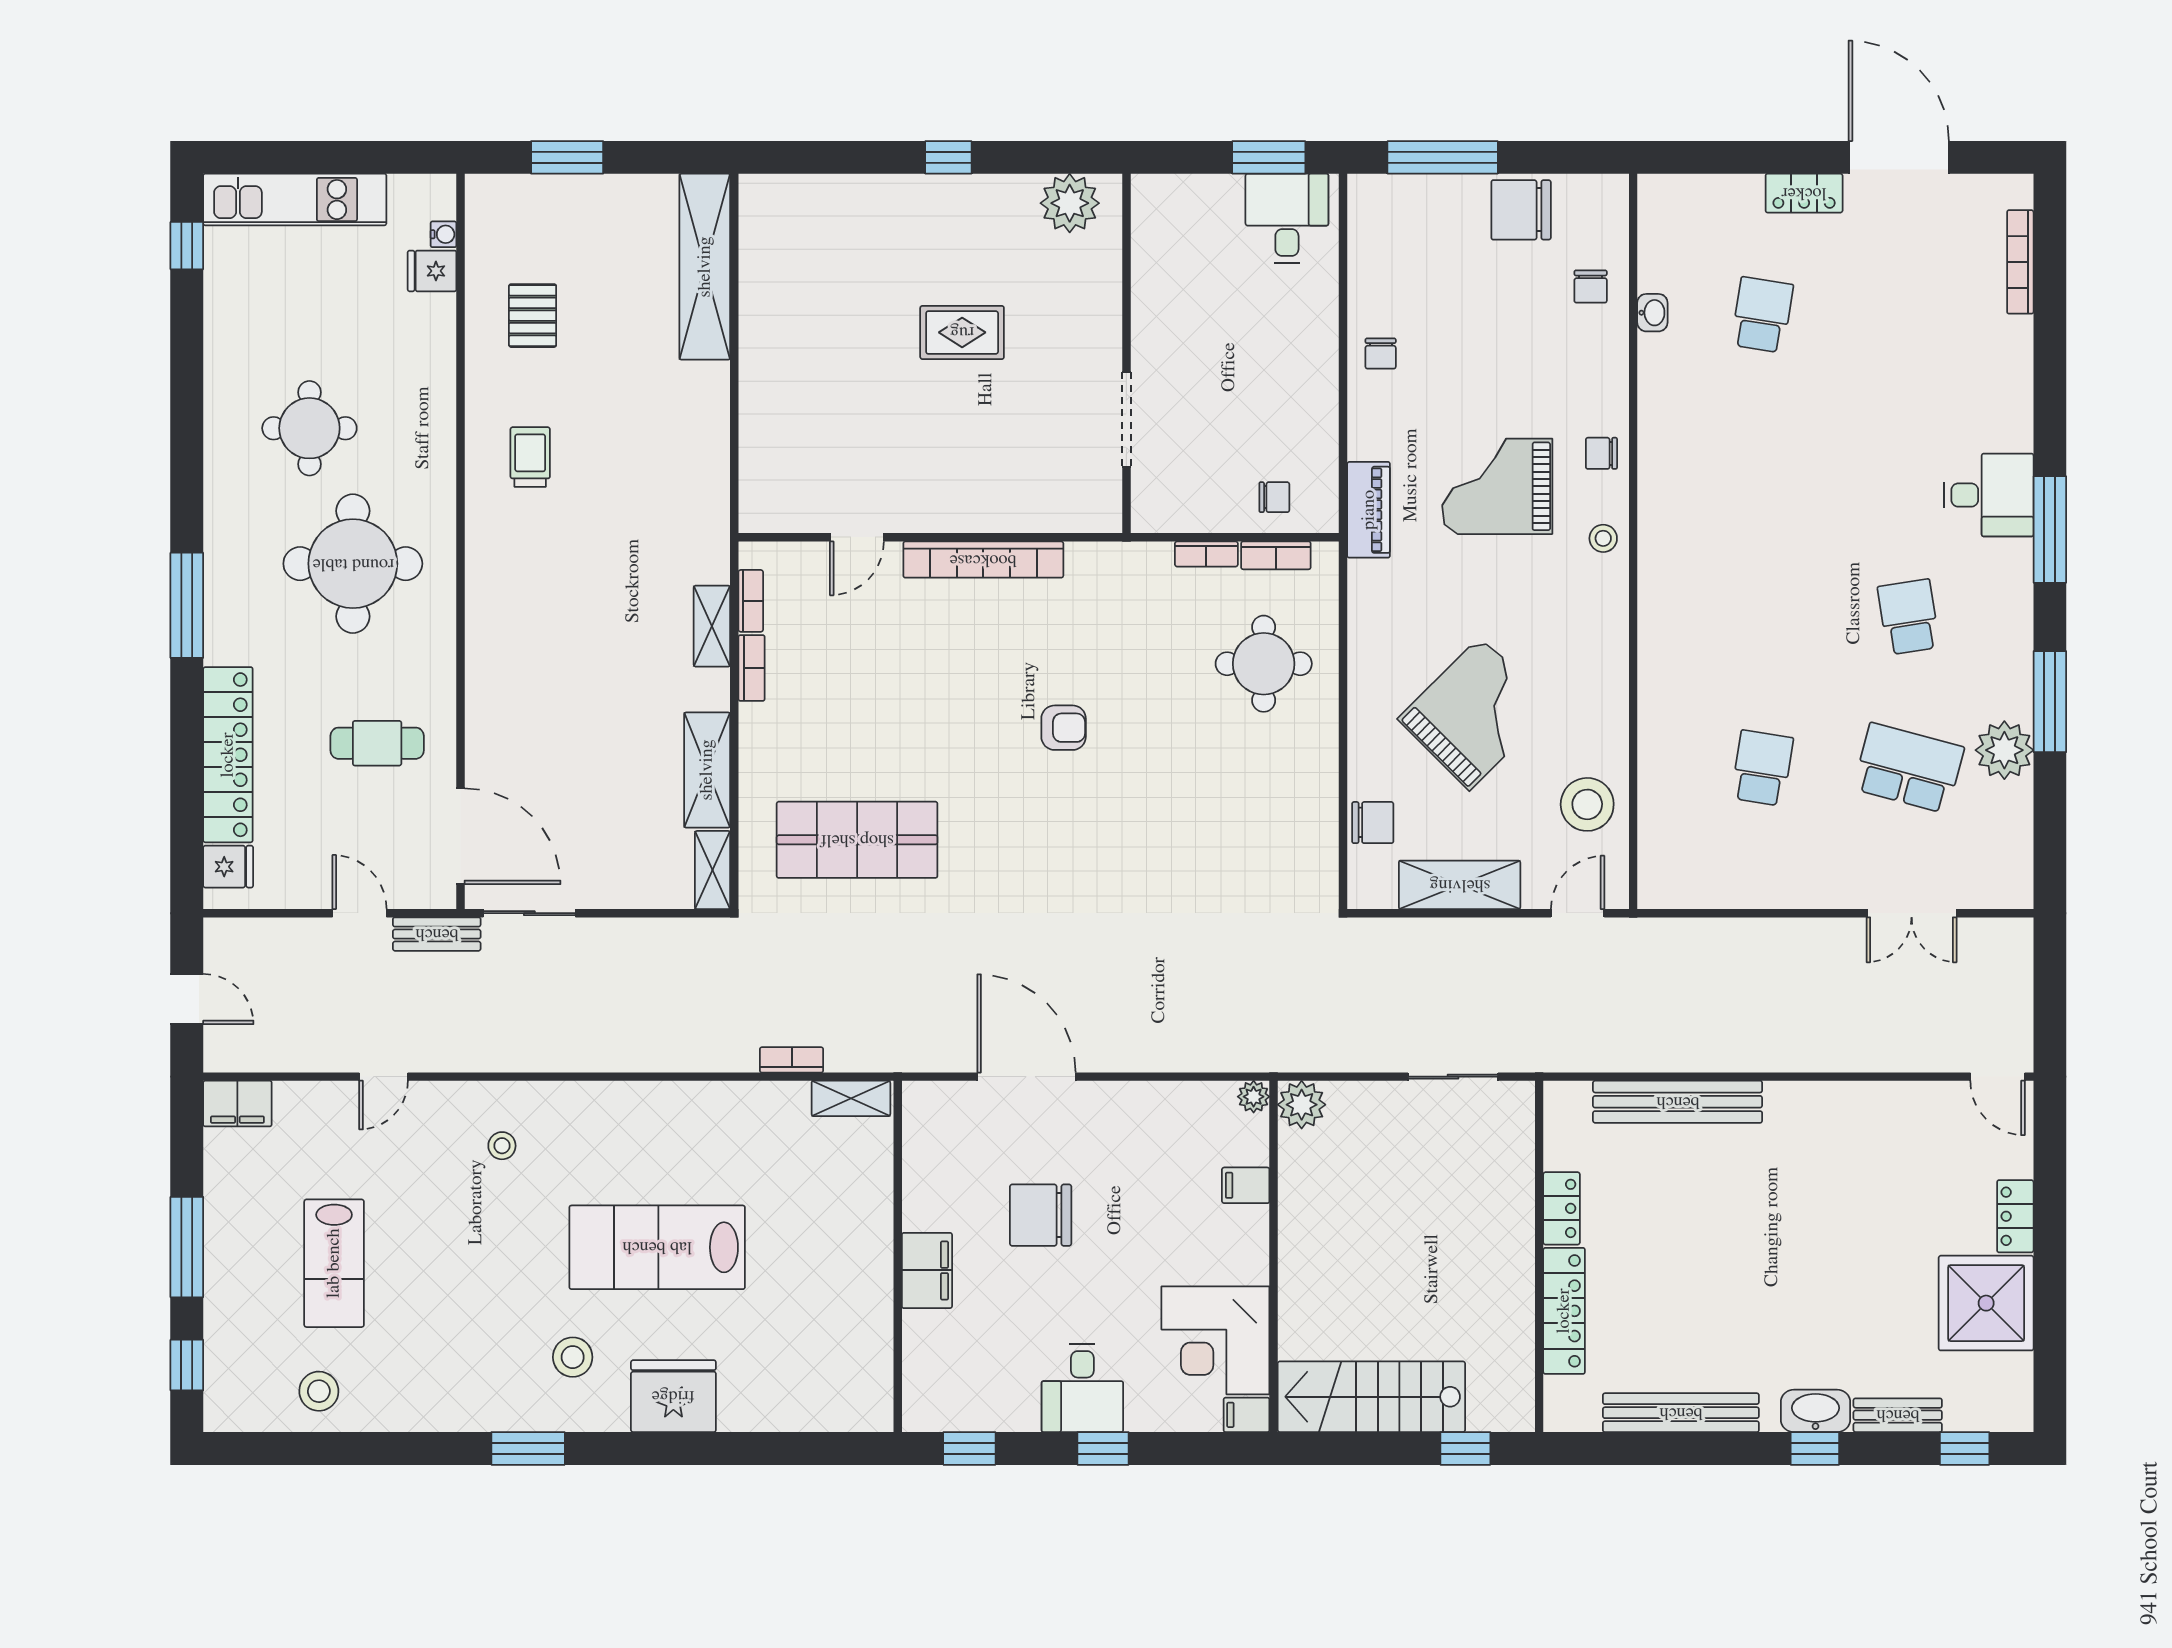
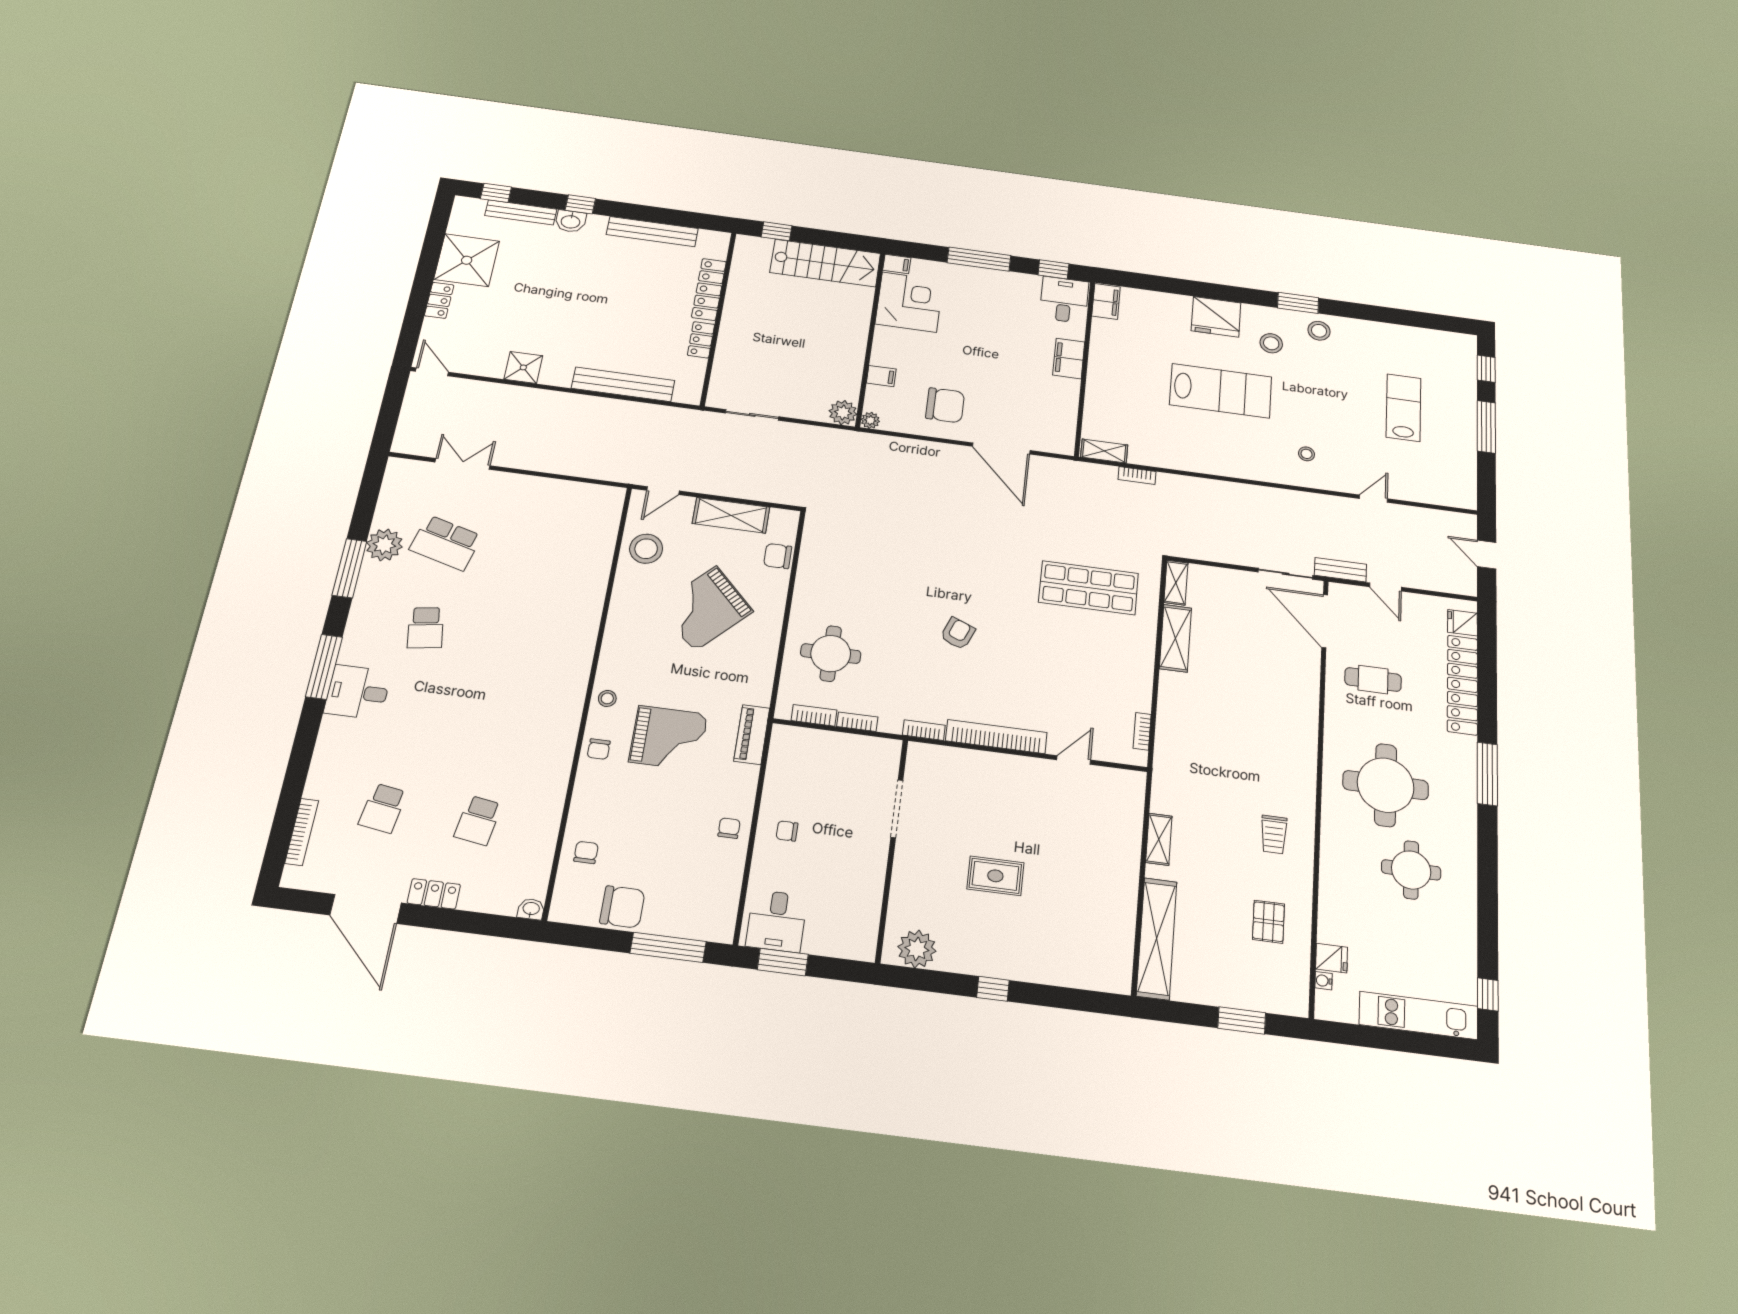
washbasin: (1652, 313) -> (531, 909), moved, turned 90
chair: (1601, 453) -> (599, 749), turned 90
chair: (1274, 497) -> (787, 831), moved
shelving: (712, 626) -> (1159, 839), moved
bookcase: (752, 668) -> (924, 730), moved, turned 90
armchair: (1064, 728) -> (958, 633), turned 112
school desk: (1762, 768) -> (383, 808), moved
filing cabinet: (237, 1104) -> (1106, 301), moved, turned 90
shower: (1849, 1108) -> (523, 367), added
chair: (1041, 1215) -> (945, 405), moved
desk: (1082, 1388) -> (1064, 300), moved
stool: (319, 1391) -> (1319, 331), moved
washbasin: (1815, 1411) -> (571, 221), width x0.72
bench: (1898, 1415) -> (521, 212), width x1.36
window: (1103, 1448) -> (979, 259), width x2.17

